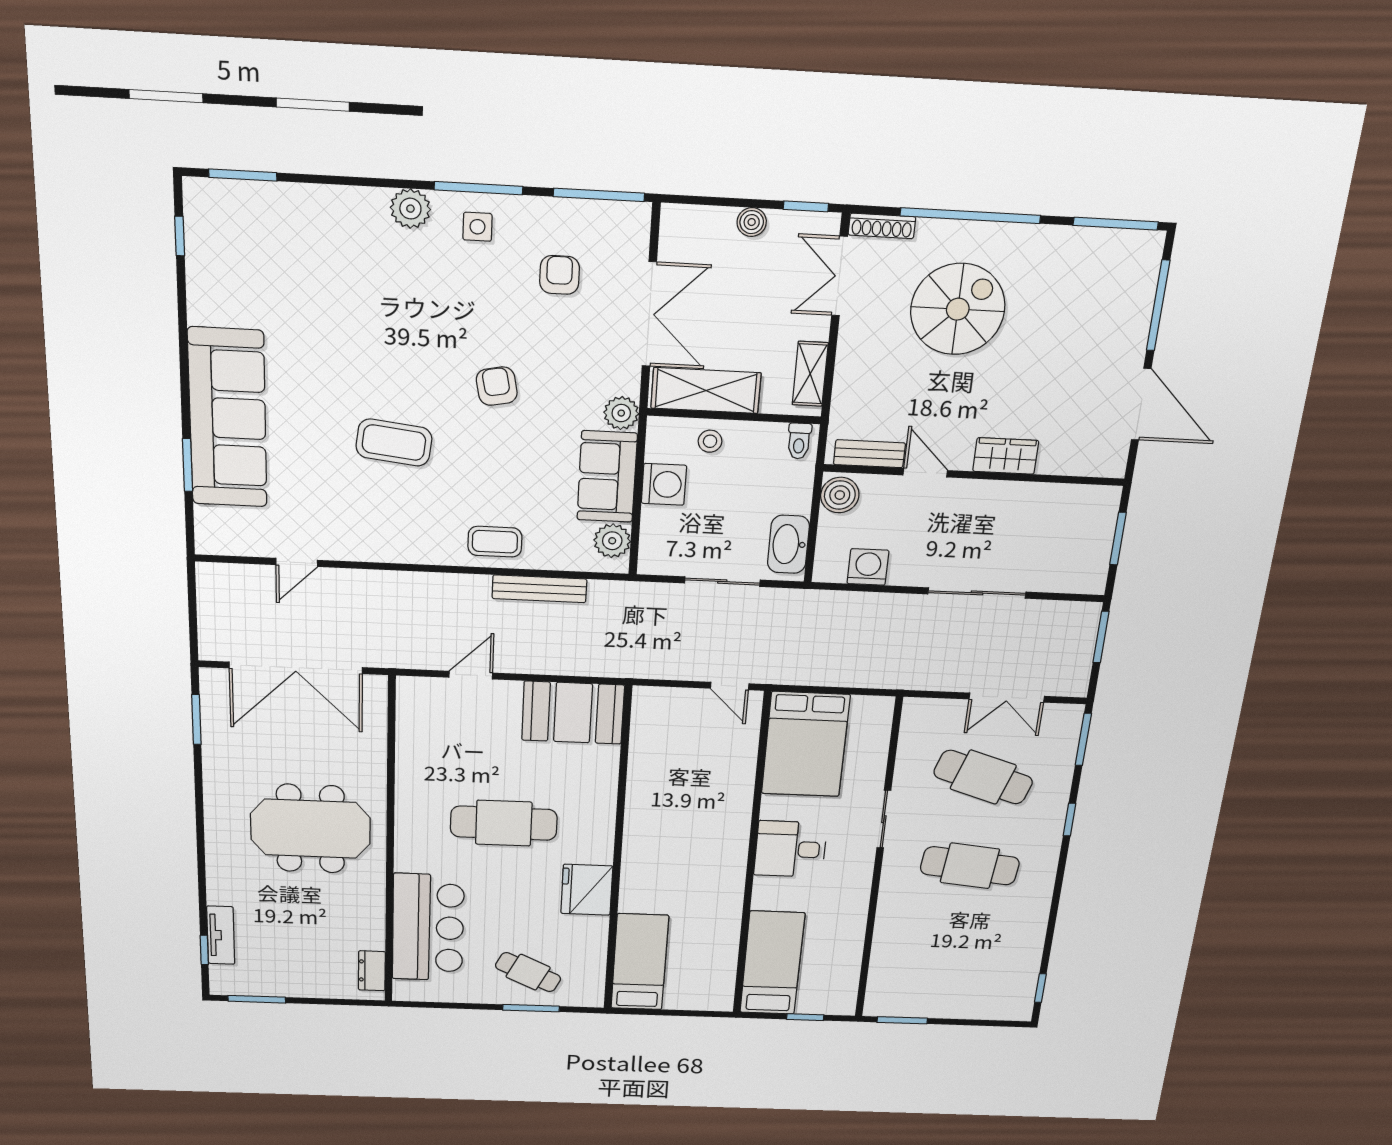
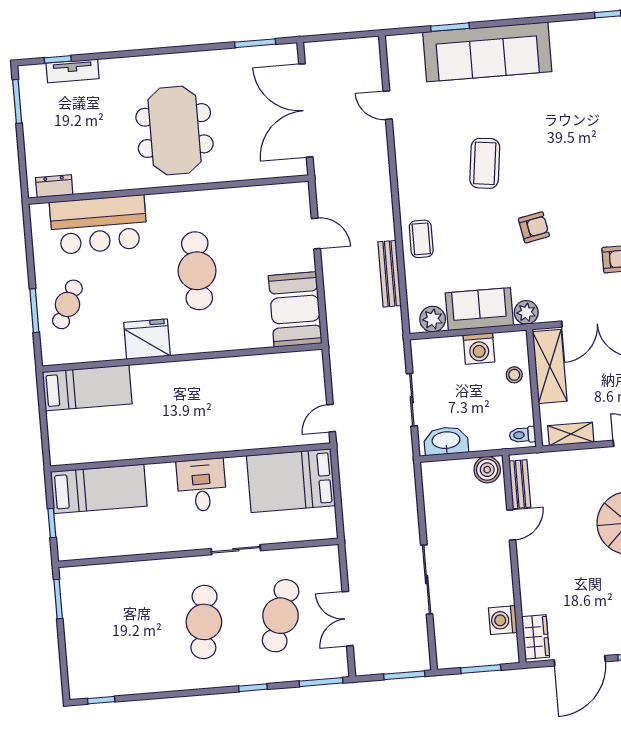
wardrobe: (1006, 456) -> (536, 637), moved
washing machine: (868, 567) -> (503, 620), moved, turned 180

